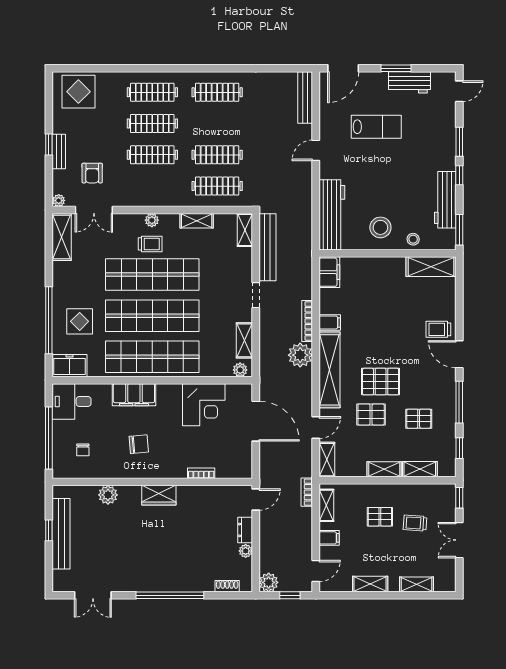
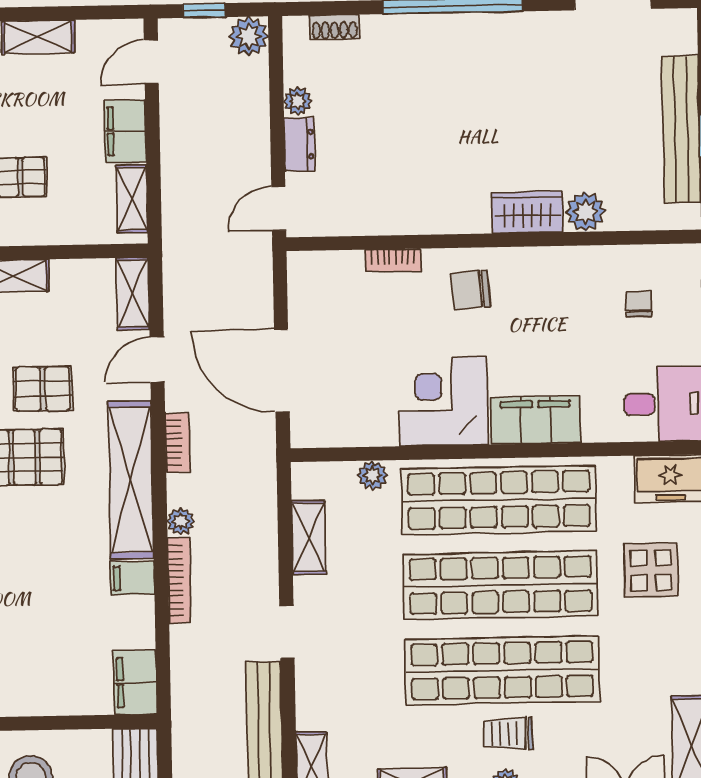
plant: (300, 355) -> (181, 521), width x0.53, depth x0.53
plant: (240, 370) -> (372, 475), moved
corner desk: (204, 405) -> (443, 401), moved
chair: (139, 444) -> (471, 290), moved
bookcase: (307, 492) -> (177, 442), moved
wardrobe: (159, 495) -> (527, 212), moved
filing cabinet: (329, 538) -> (125, 131), width x2.00

